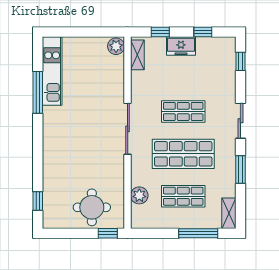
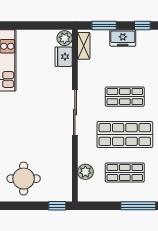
window: (160, 32) -> (104, 25), width x1.50
fridge: (115, 67) -> (64, 57), added
round table: (92, 207) -> (24, 179), moved

